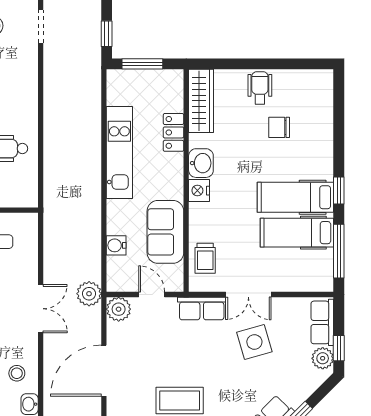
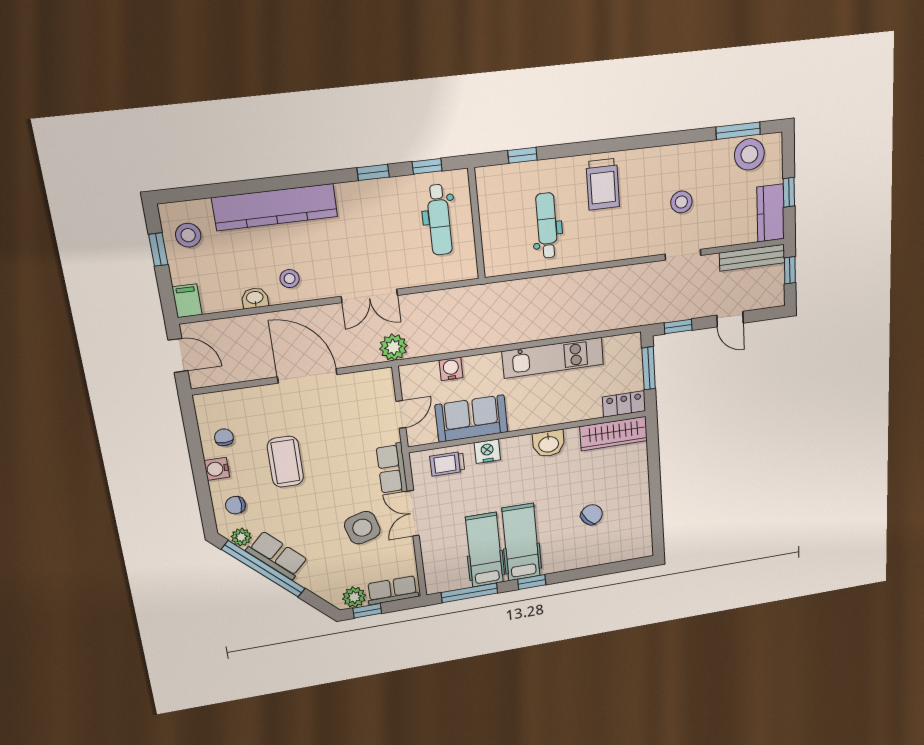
wheelchair: (260, 88) -> (631, 489), removed
chair: (279, 127) -> (592, 515), turned 50
locker: (173, 132) -> (624, 404), moved
nightstand: (199, 191) -> (487, 451), moved
plant: (119, 309) -> (380, 382), removed

